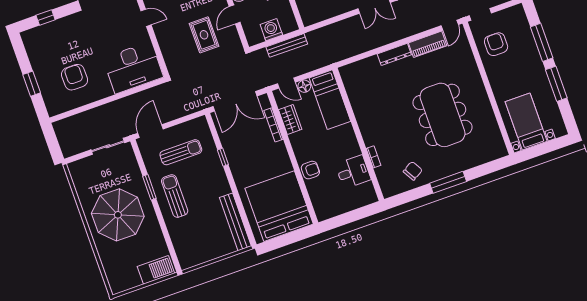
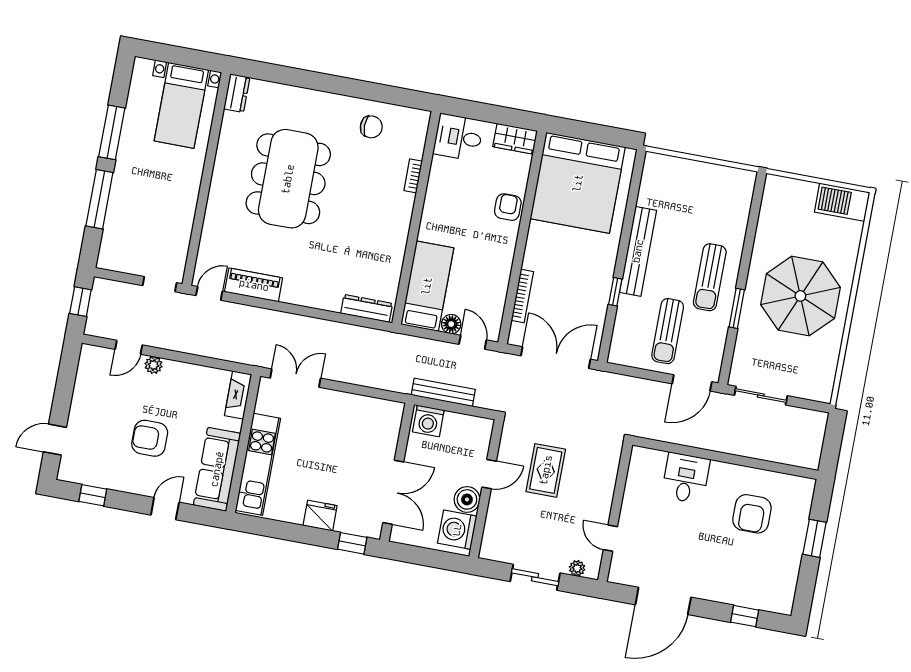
washing machine: (271, 30) -> (428, 421), moved
armchair: (496, 44) -> (162, 232), removed
dresser: (394, 54) -> (367, 308), moved
desk: (133, 68) -> (686, 478), width x0.53, depth x0.77
wardrobe: (290, 120) -> (515, 139), moved, turned -90
dresser: (499, 146) -> (237, 93), added
sun lounger: (181, 152) -> (668, 331), turned -90
armchair: (310, 170) -> (508, 207), turned 90
chair: (413, 171) -> (371, 127), turned -150
desk: (353, 172) -> (458, 137), moved
window: (448, 182) -> (333, 84), removed
bench: (235, 222) -> (638, 251), moved
barbecue: (156, 270) -> (842, 202), moved

